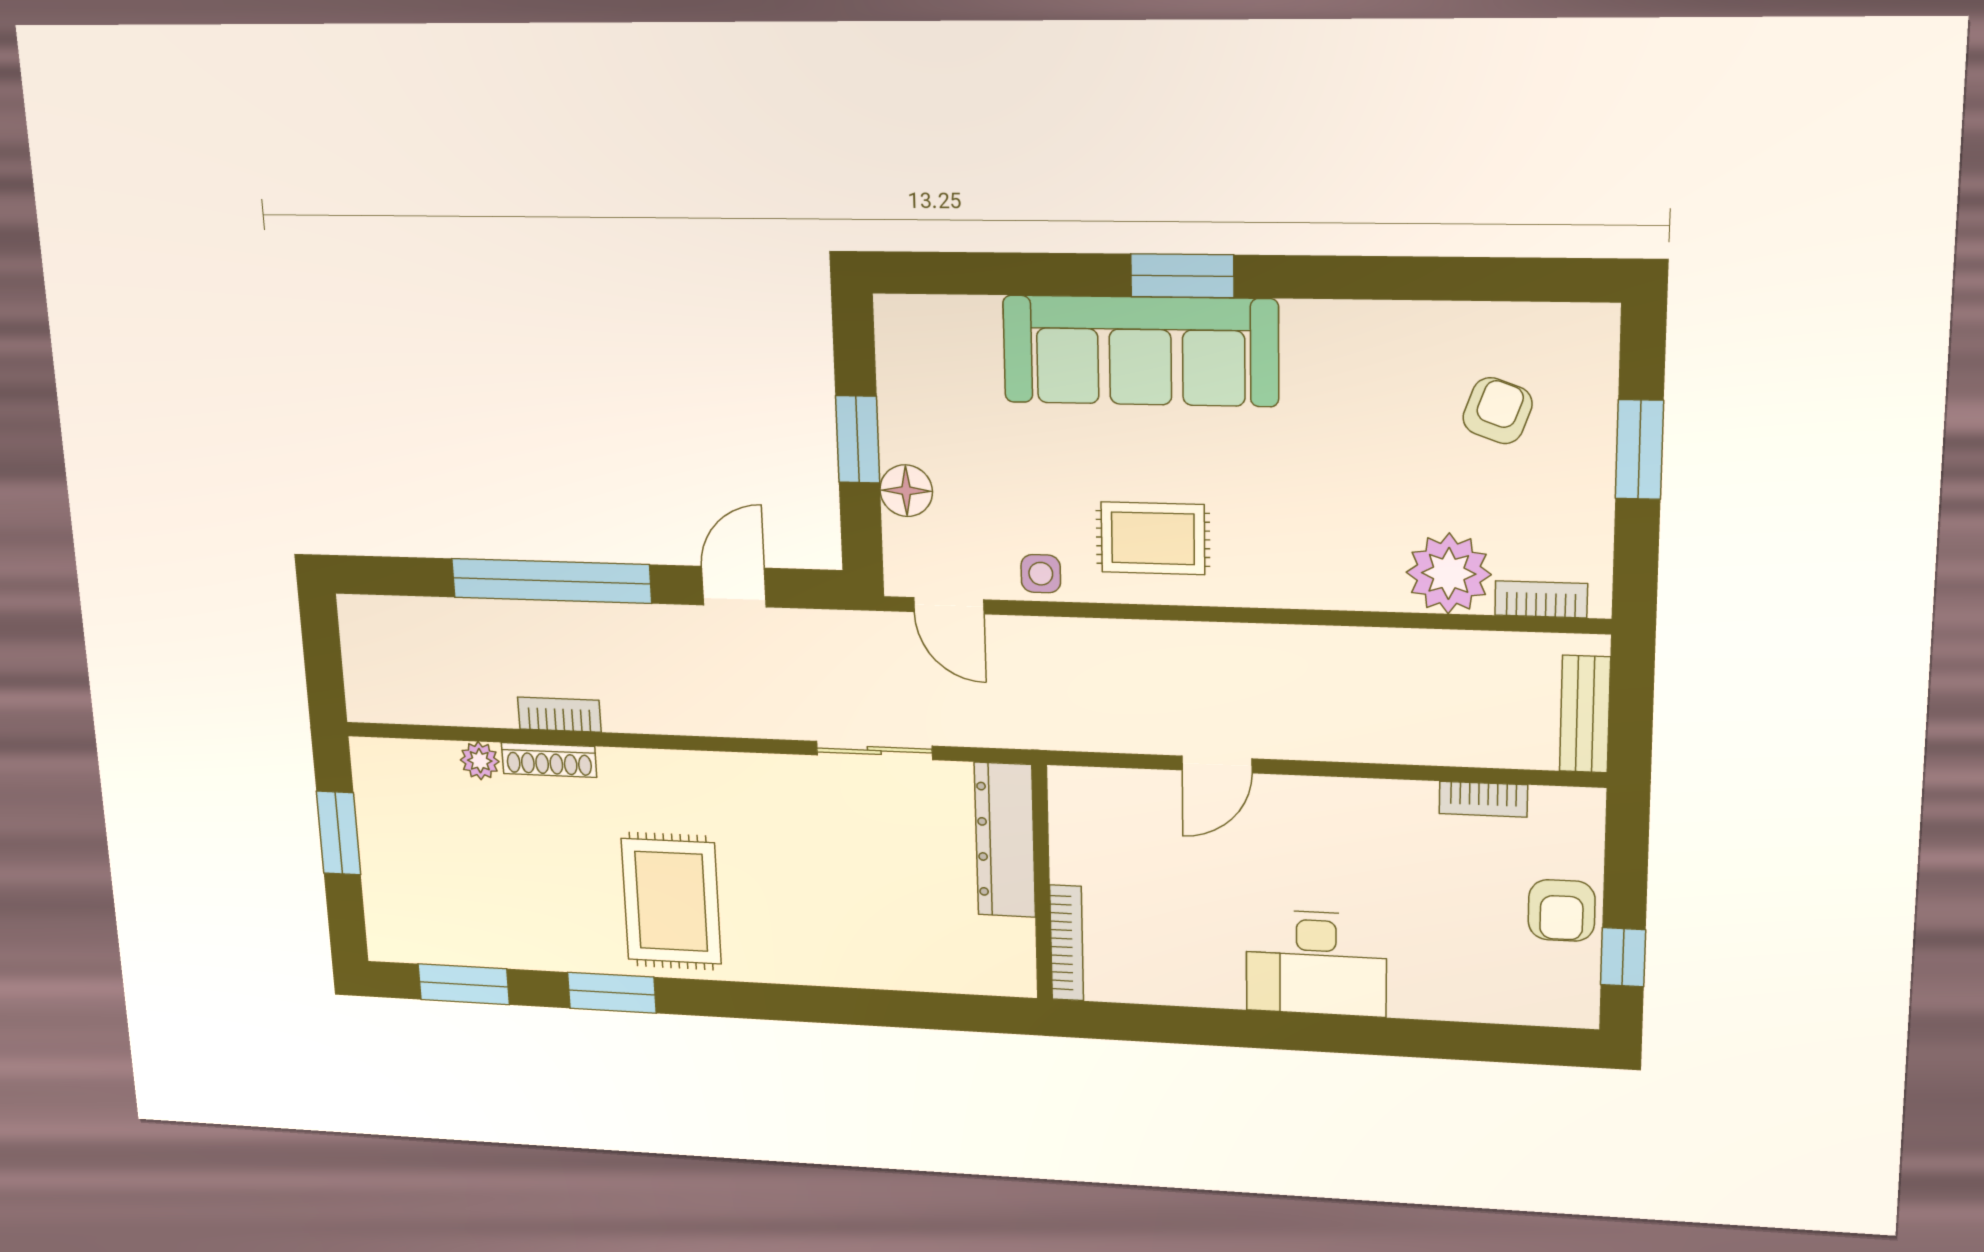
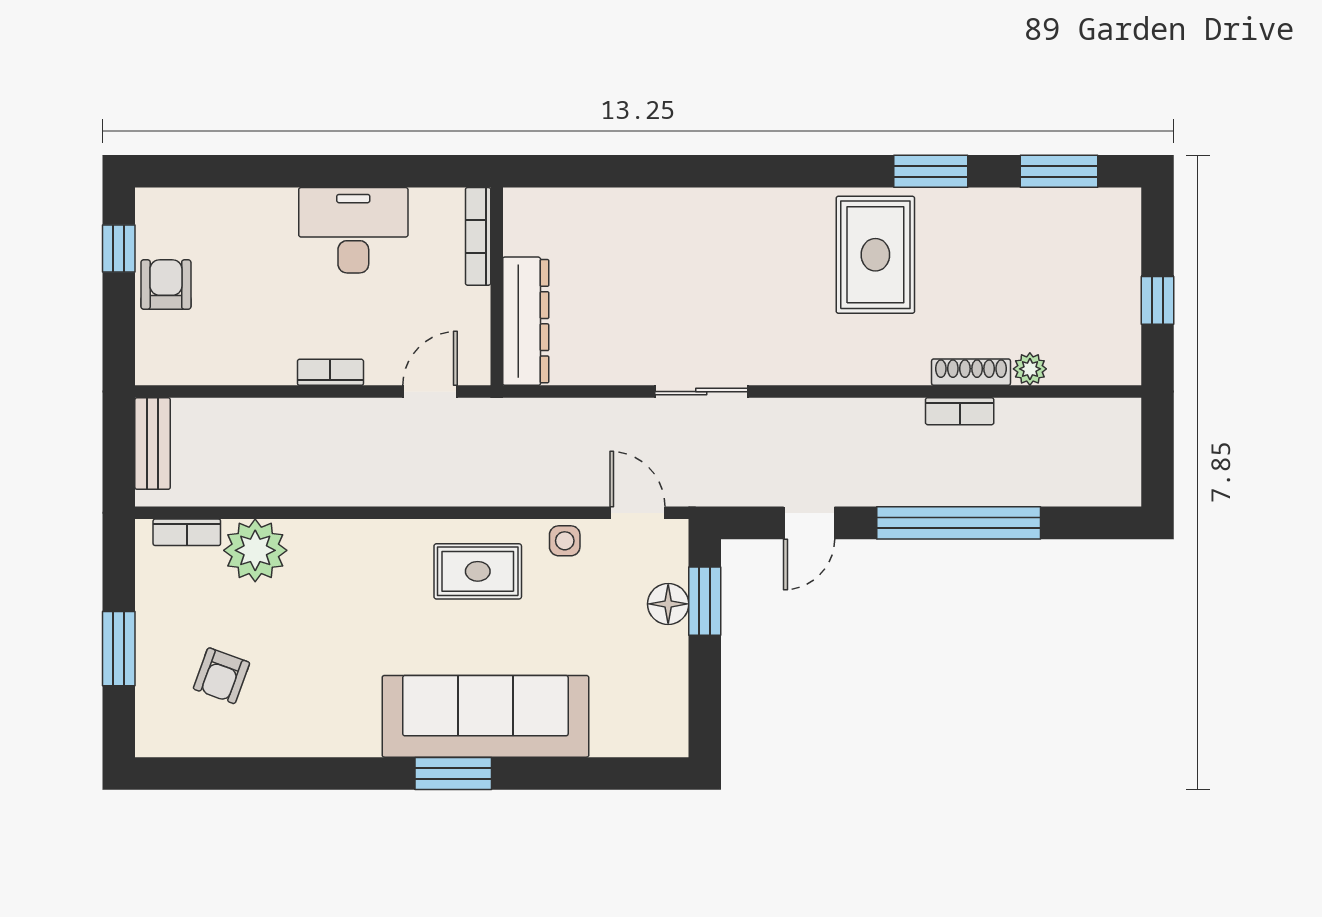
window: (858, 439) -> (705, 601), moved
bookcase: (1483, 799) -> (330, 372), moved
window: (339, 833) -> (1157, 300), width x0.67
dresser: (1005, 840) -> (526, 321), moved
wall: (1042, 883) -> (497, 286), moved
bookcase: (1067, 943) -> (478, 236), moved

